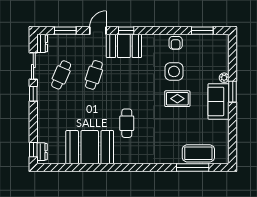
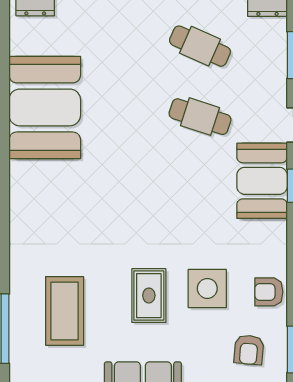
armchair: (203, 52) -> (249, 350), added
cafe table: (127, 123) -> (96, 187), removed
coffee table: (198, 153) -> (65, 311), moved

